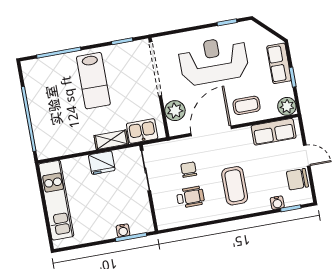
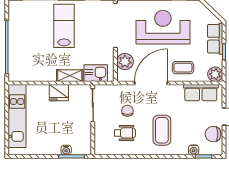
lab bench: (93, 81) -> (64, 26), turned 180

